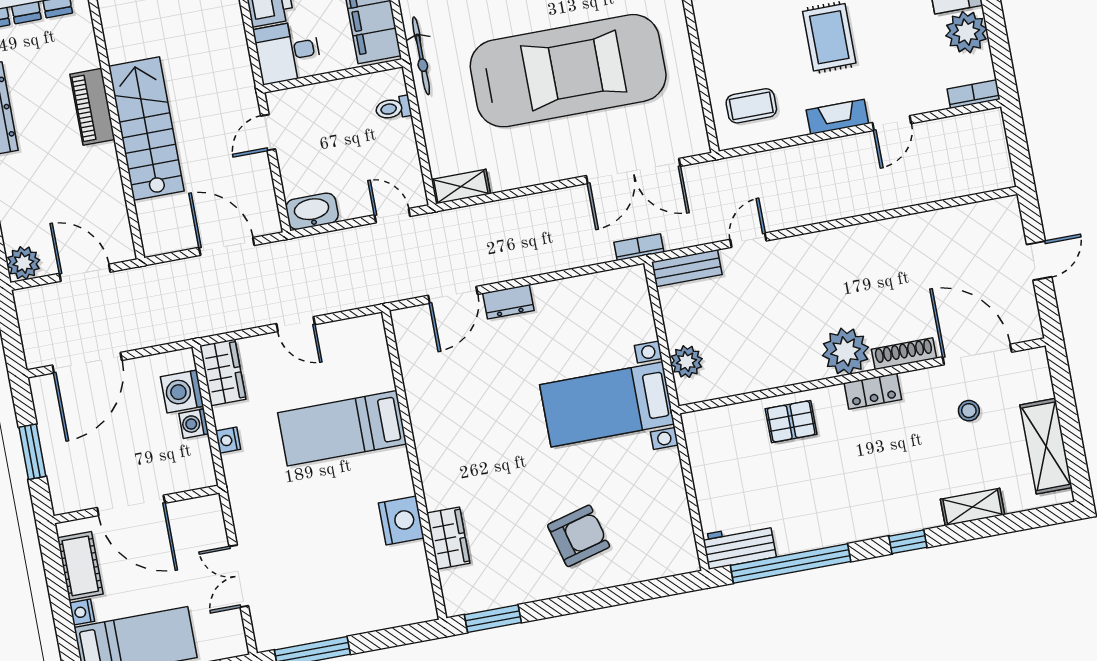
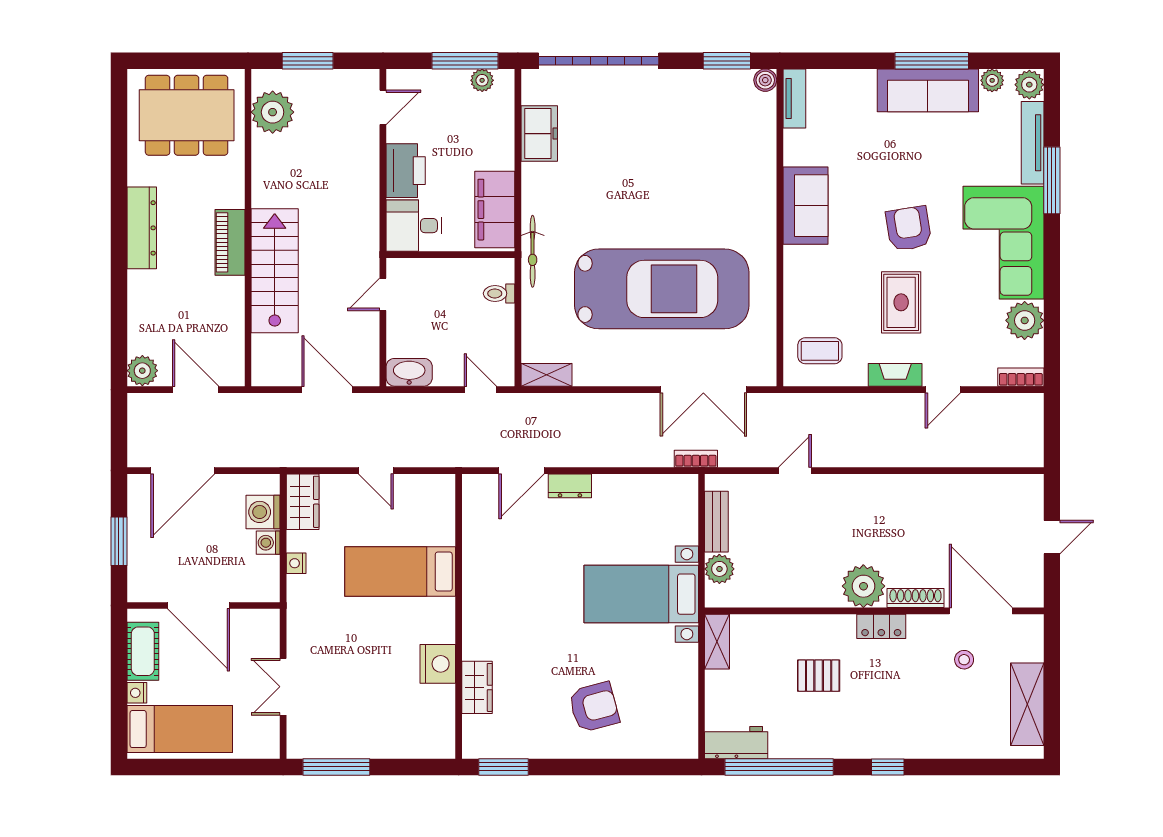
bench: (687, 268) -> (716, 522), moved, turned 90
pallet: (791, 422) -> (819, 676), moved
shelving: (972, 507) -> (717, 642), moved, turned 90

